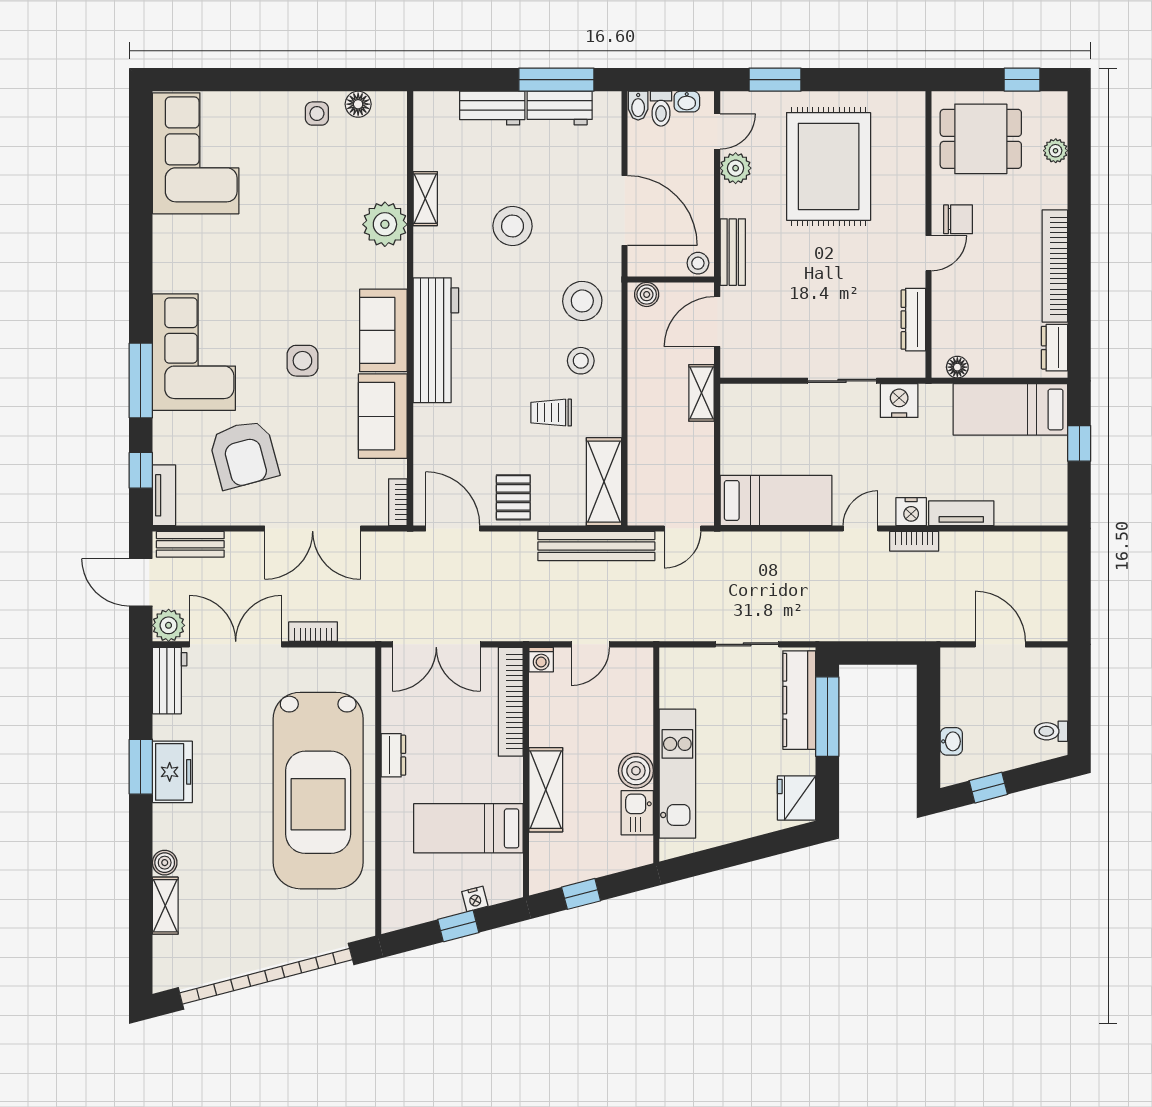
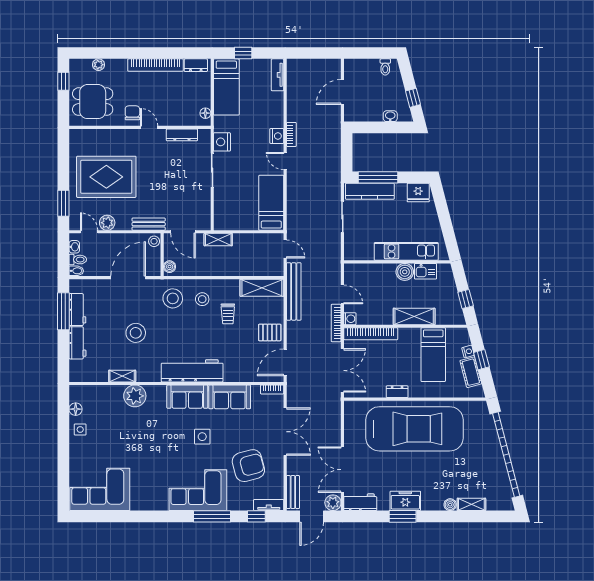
dining table: (981, 139) -> (93, 102), turned 90
tv unit: (961, 513) -> (278, 75), moved
bookcase: (313, 632) -> (336, 323), moved, width x1.56
cot: (433, 905) -> (471, 372), added

